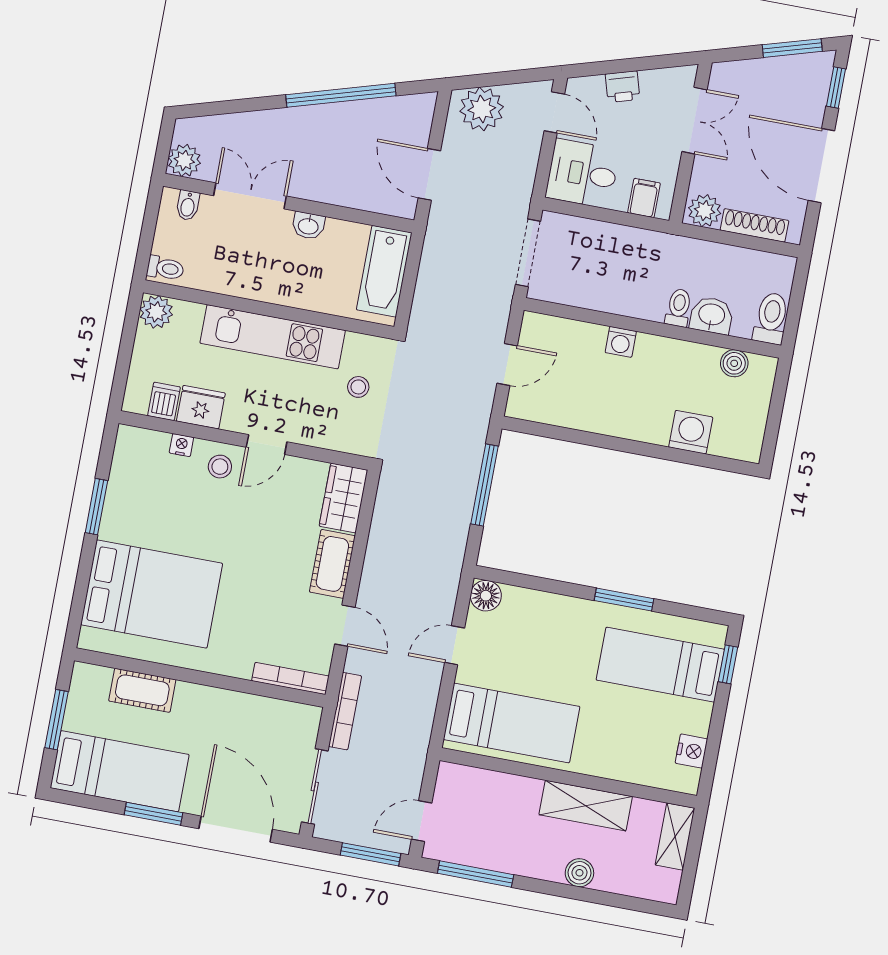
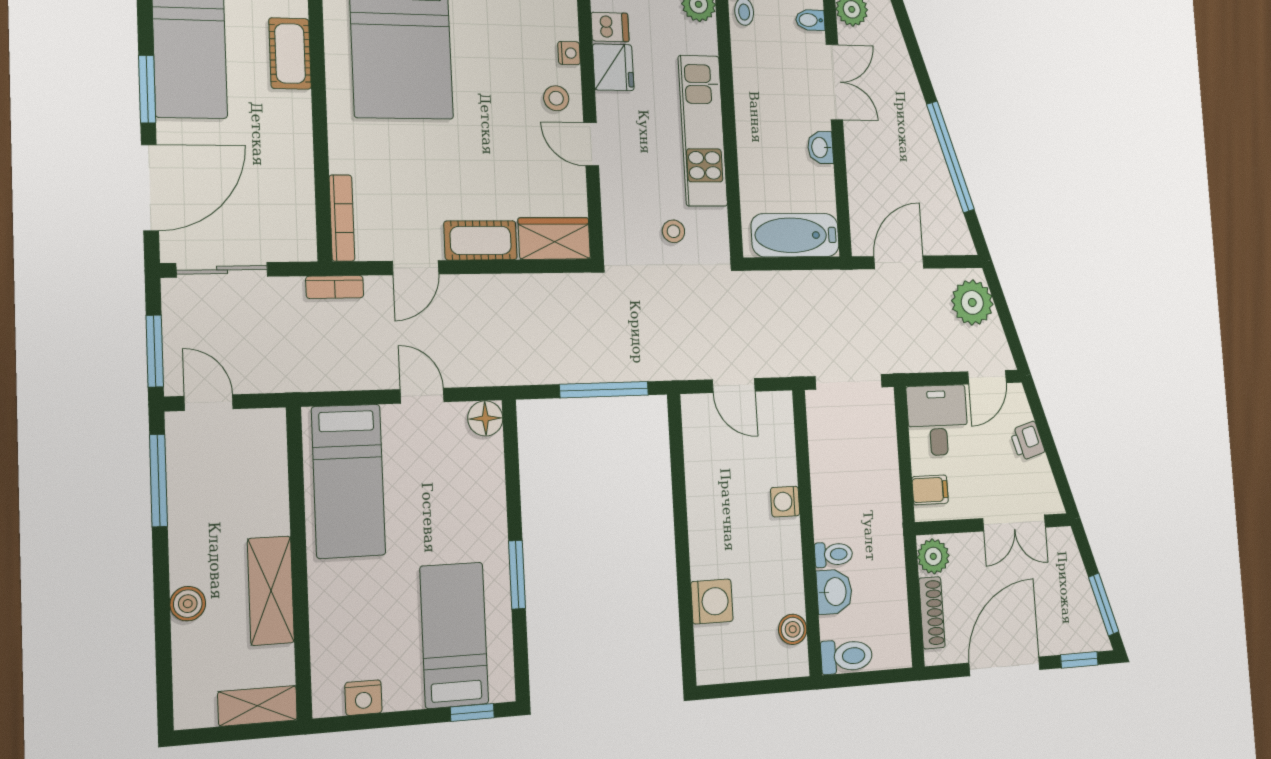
bookcase: (345, 711) -> (335, 287), width x0.64

